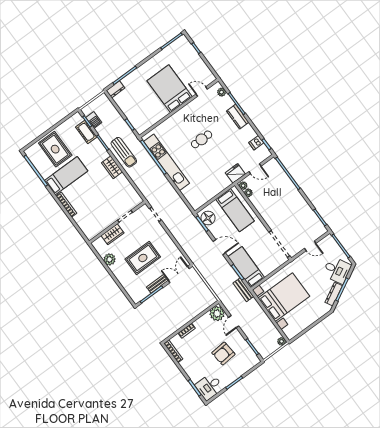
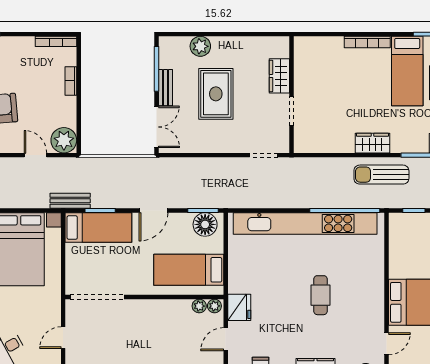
kitchen unit: (166, 162) -> (305, 223), width x1.36
plant: (110, 259) -> (200, 46), moved

